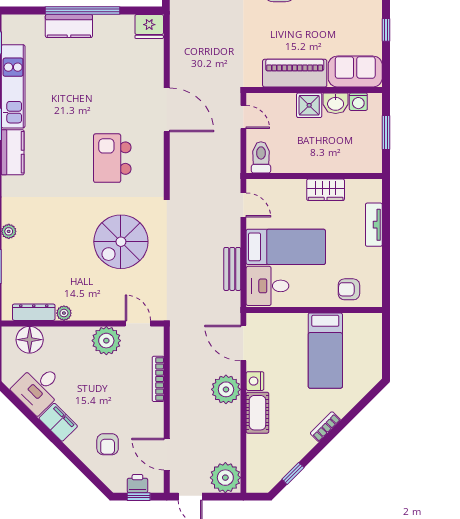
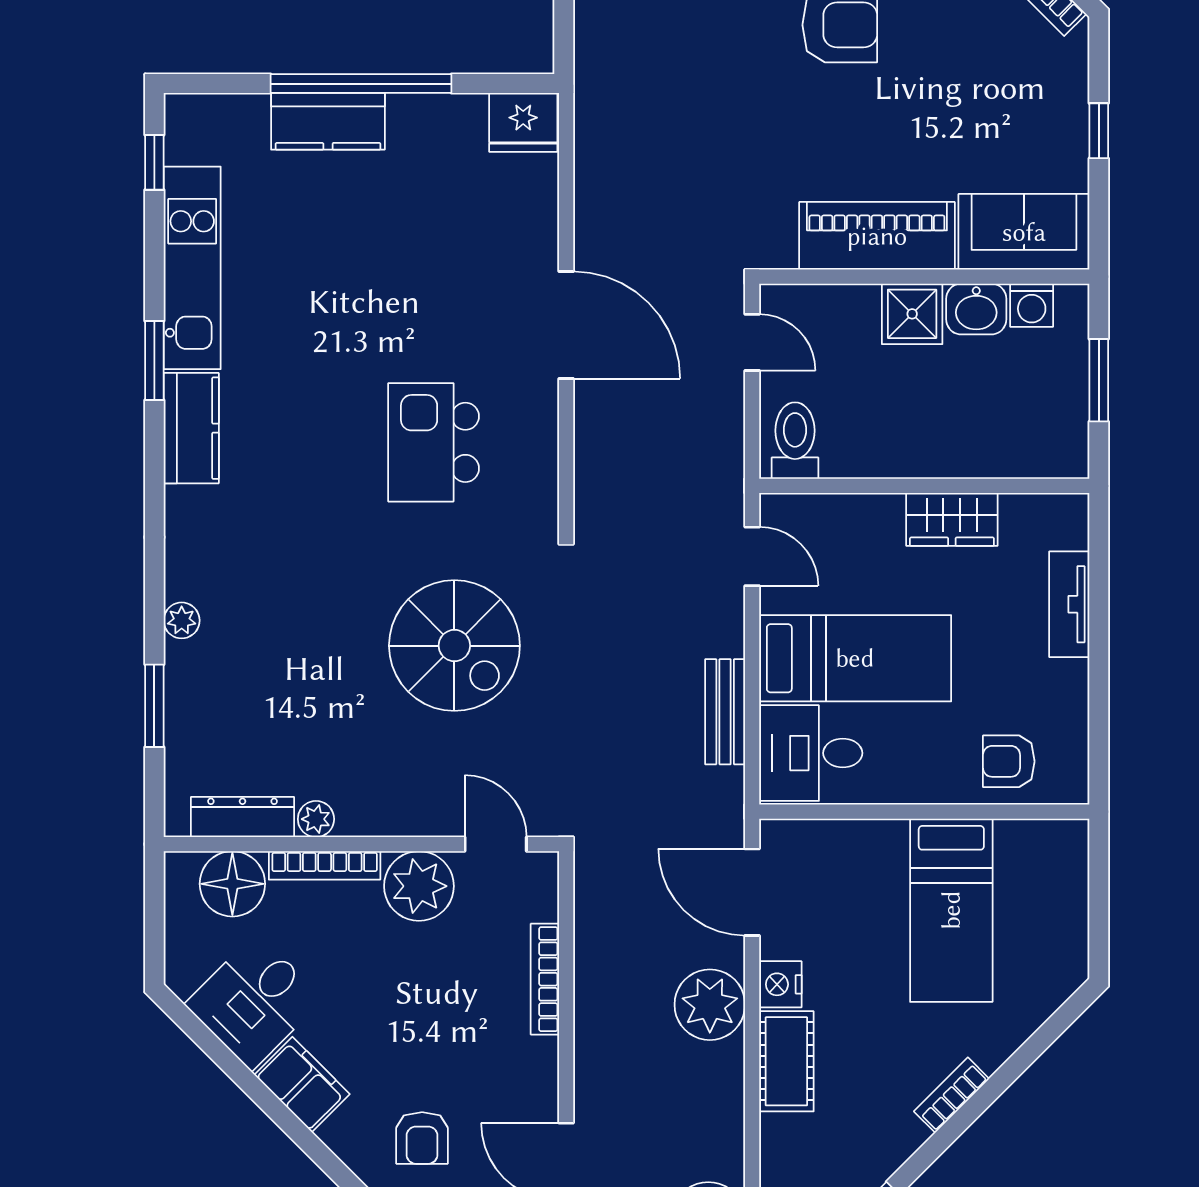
spiral stairs: (121, 242) -> (454, 646), turned -90
bookcase: (67, 332) -> (325, 865), added

